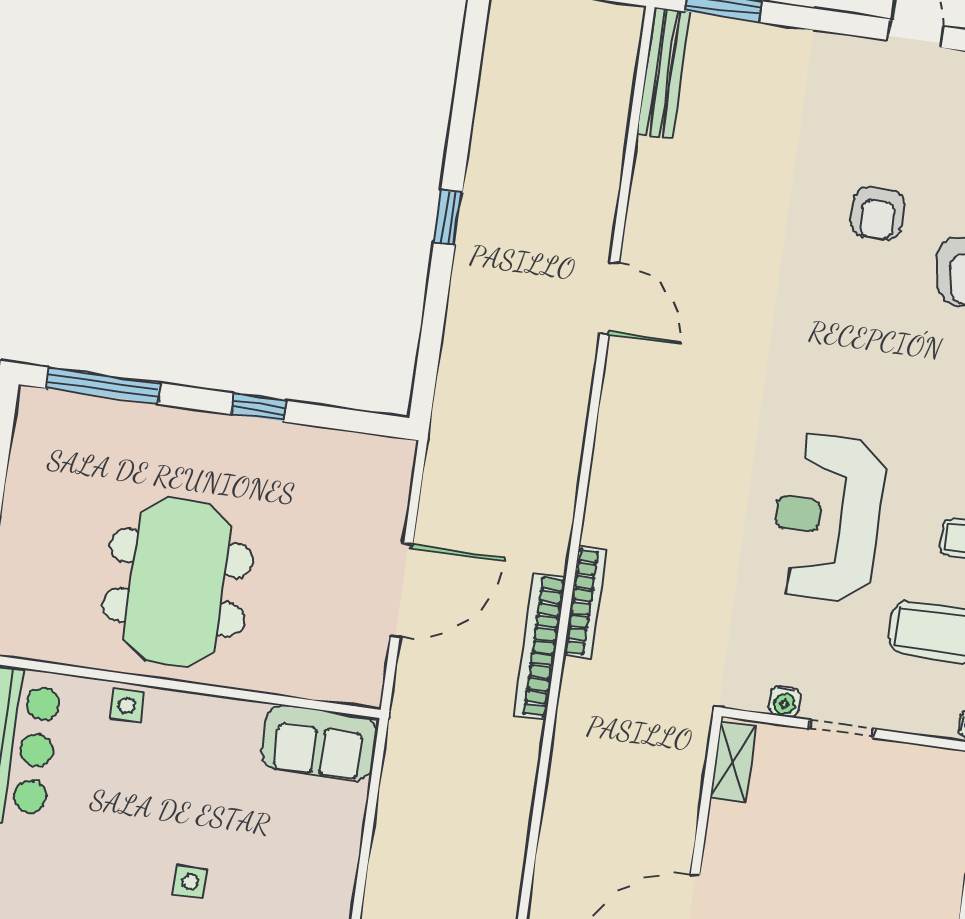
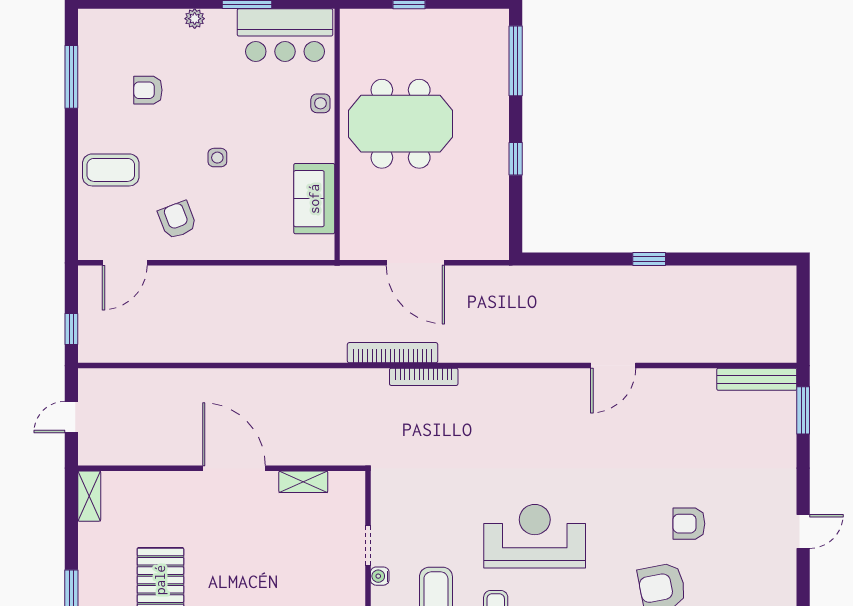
reception desk: (828, 518) -> (535, 536), moved
water cooler: (785, 702) -> (380, 576), moved
sofa: (319, 743) -> (314, 199), moved
shelving: (733, 762) -> (303, 482), moved

